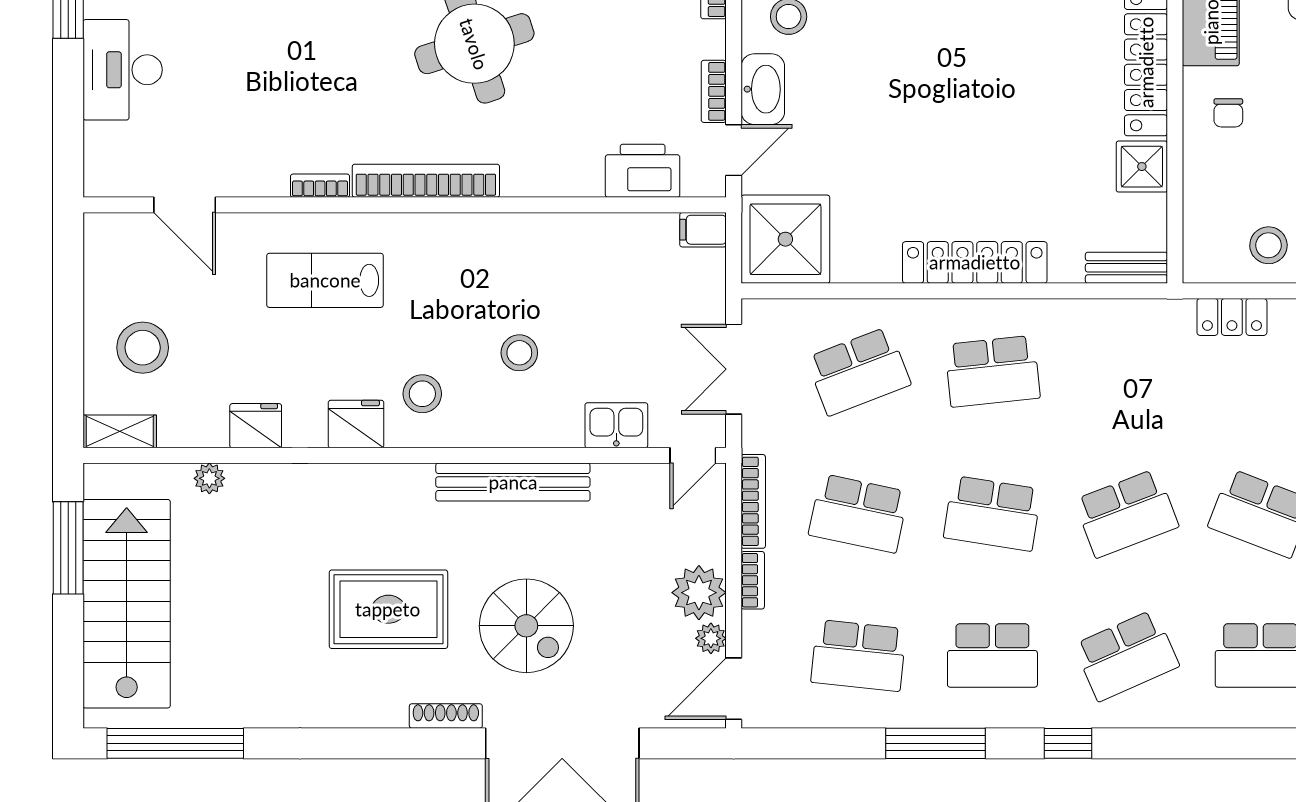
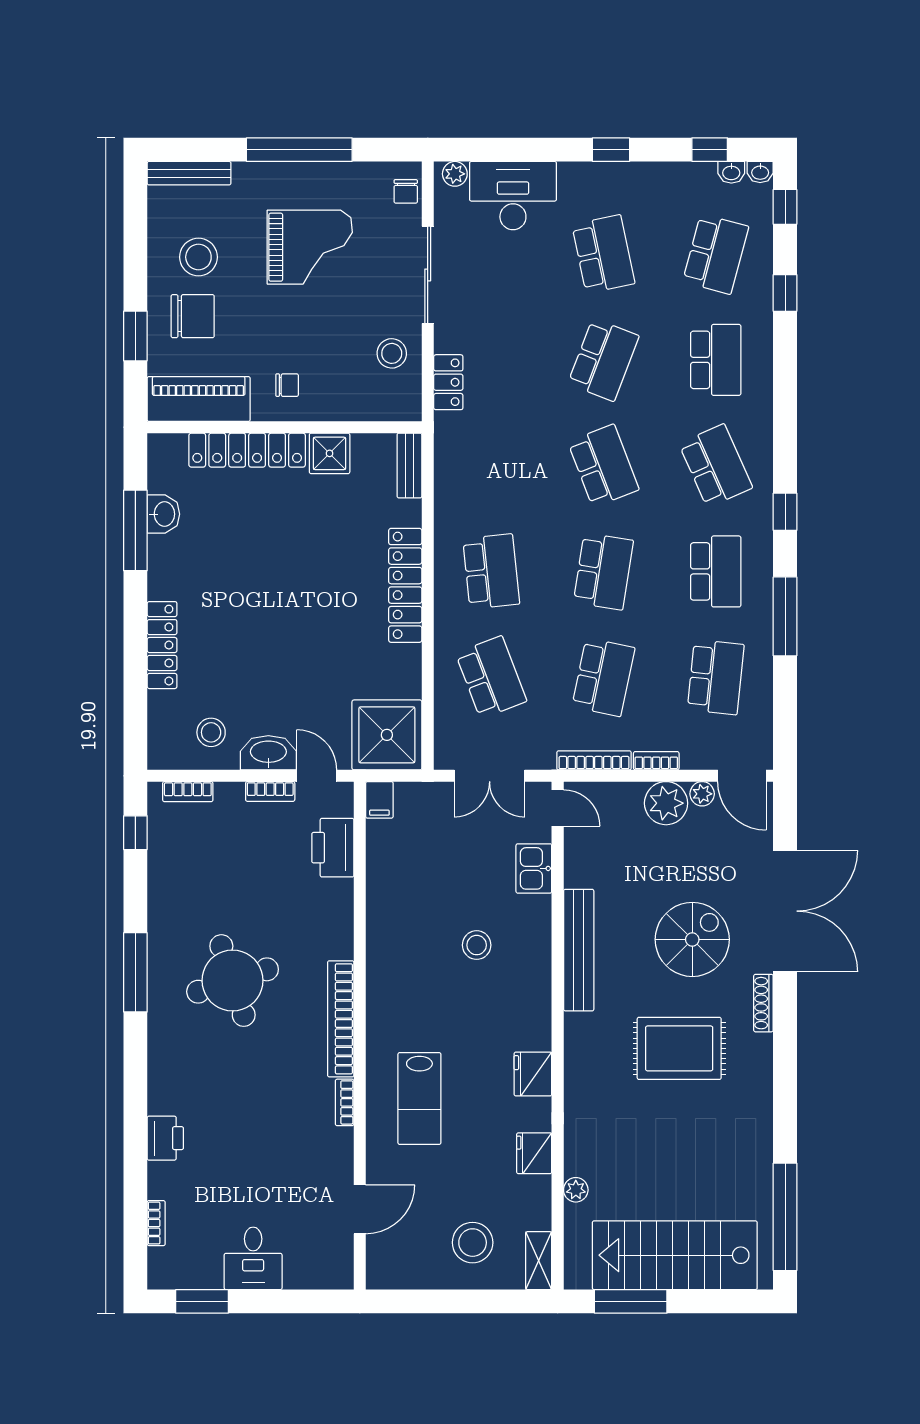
desk: (123, 70) -> (253, 1258), width x0.73
stool: (422, 394) -> (509, 1022), removed
rug: (388, 609) -> (679, 1048), turned 90

